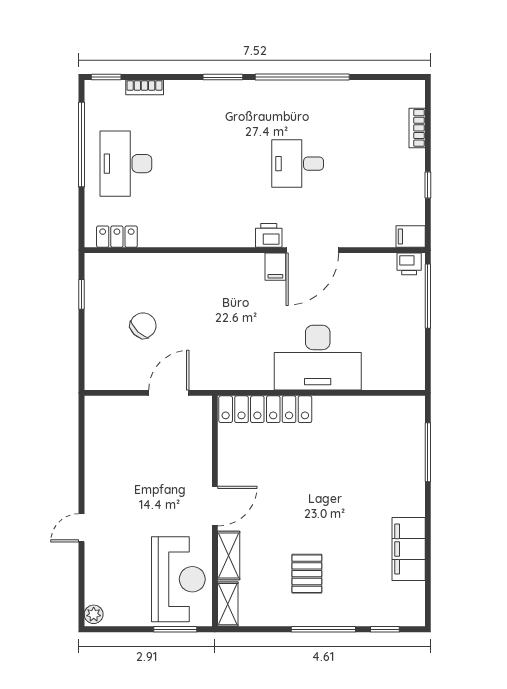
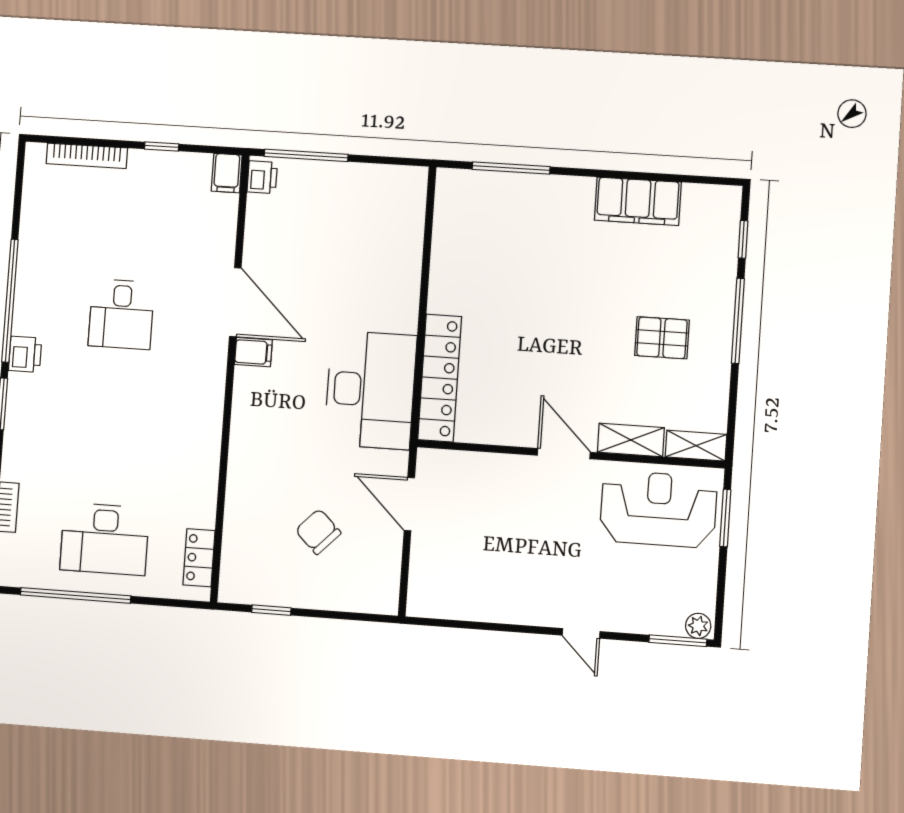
bookcase: (417, 128) -> (87, 156), width x1.56
printer: (269, 235) -> (25, 354), moved, turned 180
desk: (318, 358) -> (370, 390), moved
window: (81, 600) -> (678, 641), added

